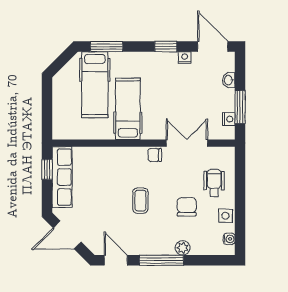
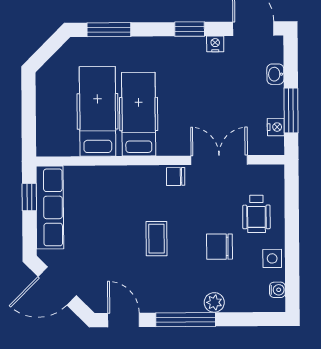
hospital bed: (95, 85) -> (98, 111), moved, turned 180
wheelchair: (214, 183) -> (256, 214), turned 180
chair: (187, 207) -> (219, 247), turned -90

